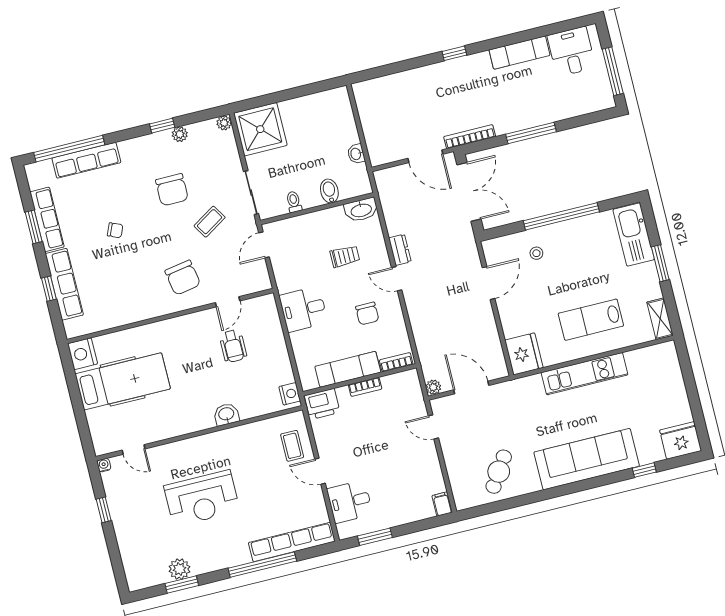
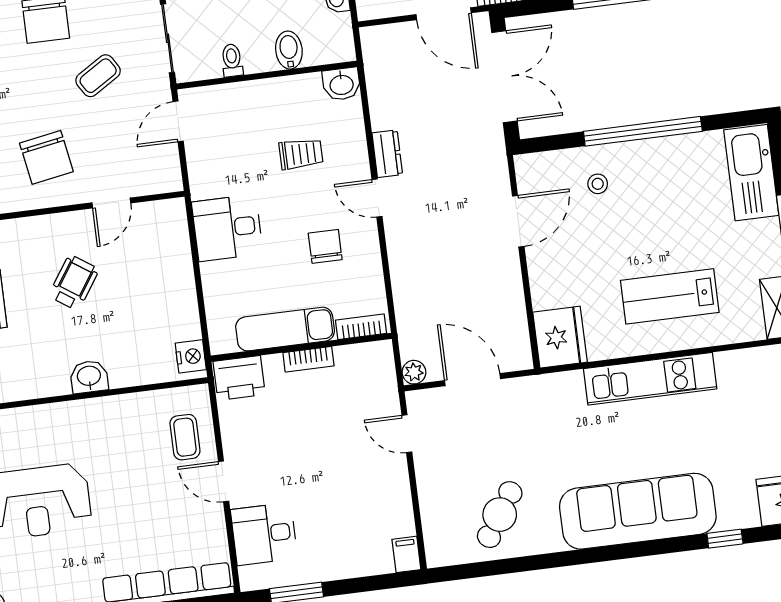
washbasin: (361, 210) -> (341, 84), width x0.72
chair: (367, 314) -> (325, 246), turned 180
wheelchair: (233, 346) -> (74, 283), moved, turned -146

